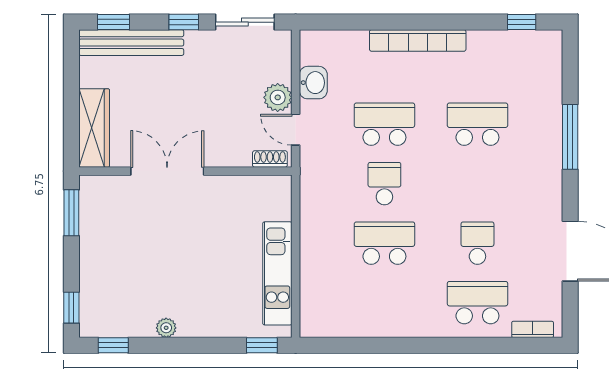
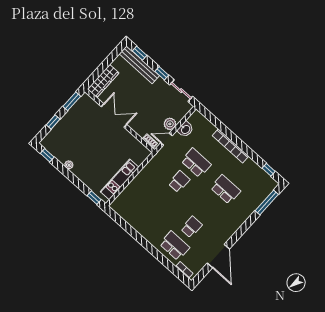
door: (296, 130) -> (166, 139), hinge flipped
window: (570, 137) -> (267, 202), moved
school desk: (384, 243) -> (162, 200), removed
window: (71, 308) -> (53, 122), moved

